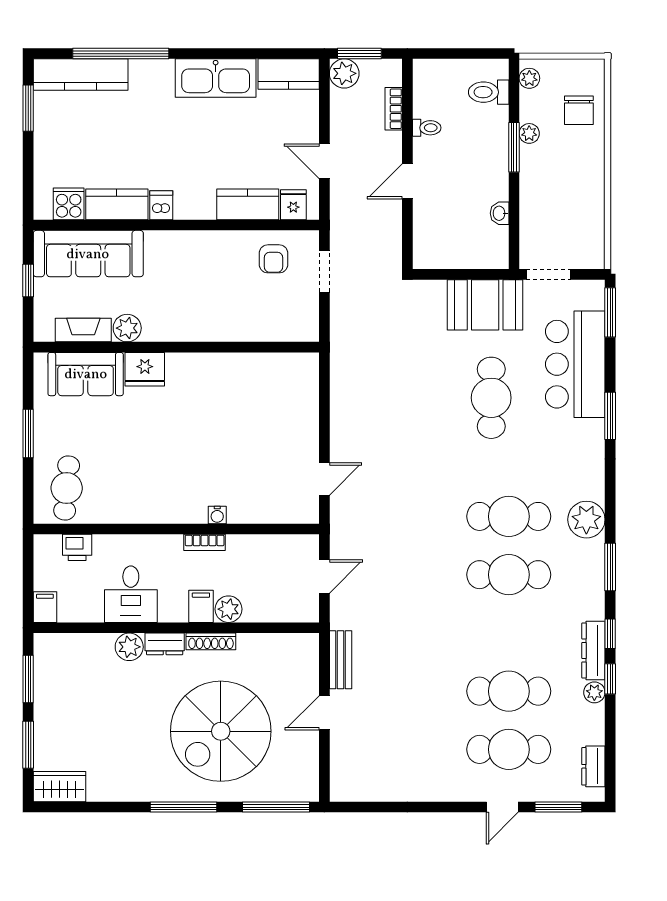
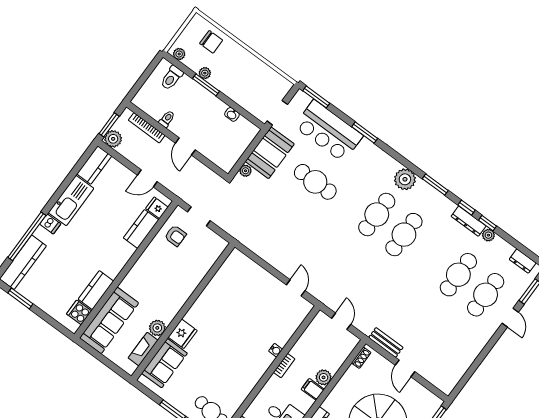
bookcase: (394, 109) -> (147, 128), width x1.56
dishwasher: (161, 205) -> (50, 224), moved, turned 180
window: (28, 280) -> (101, 358), removed
plant: (435, 290) -> (246, 171), added
shoe rack: (211, 641) -> (361, 358), moved, width x0.70

